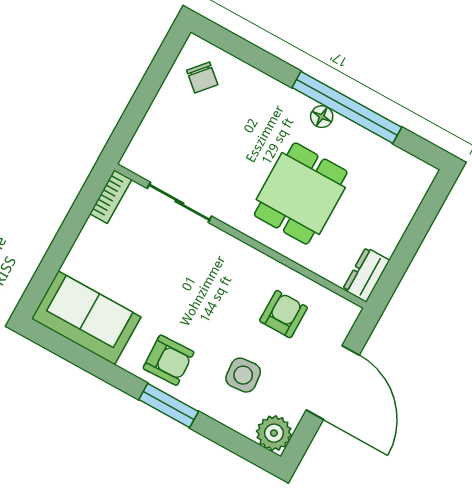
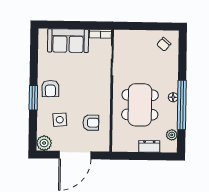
plant: (398, 161) -> (172, 135), added
dining table: (301, 193) -> (140, 105), width x1.38
dresser: (366, 275) -> (149, 146), moved
sofa: (86, 318) -> (68, 41), moved, turned 90

